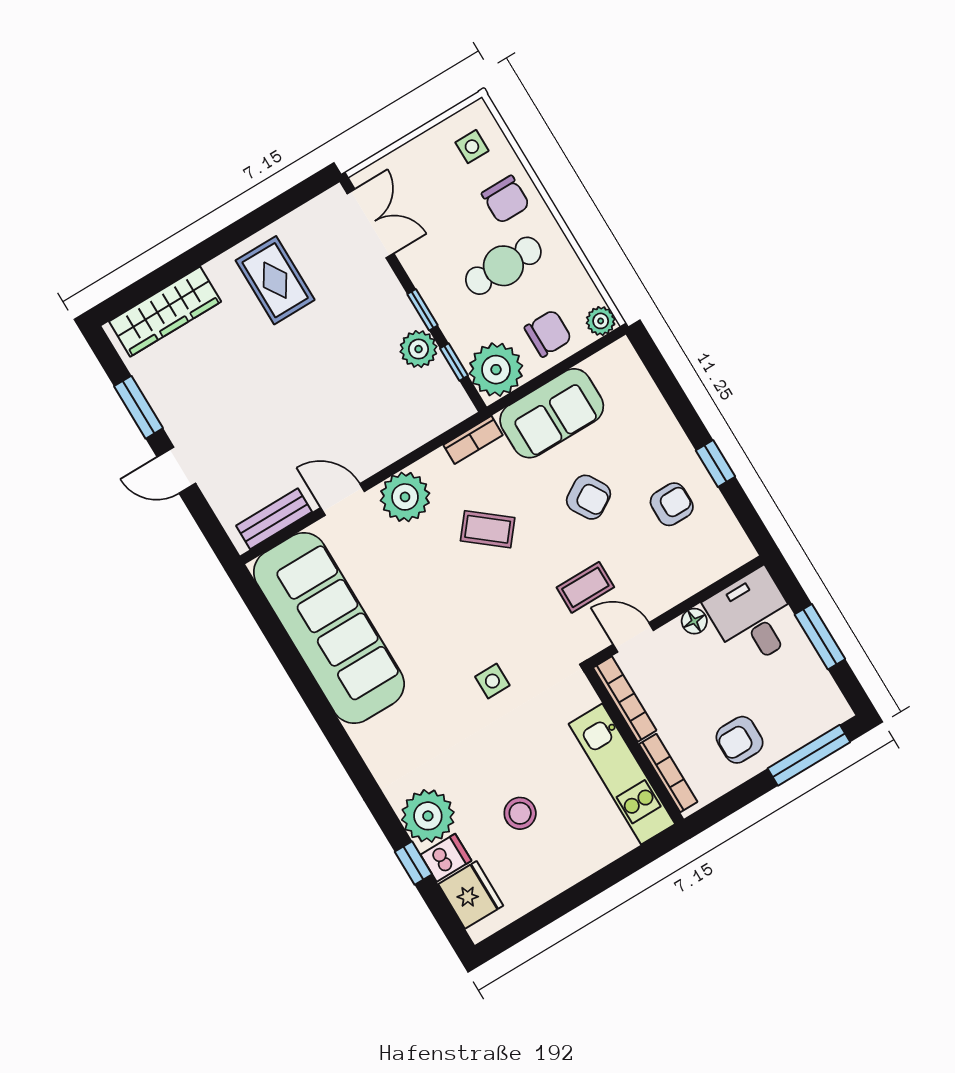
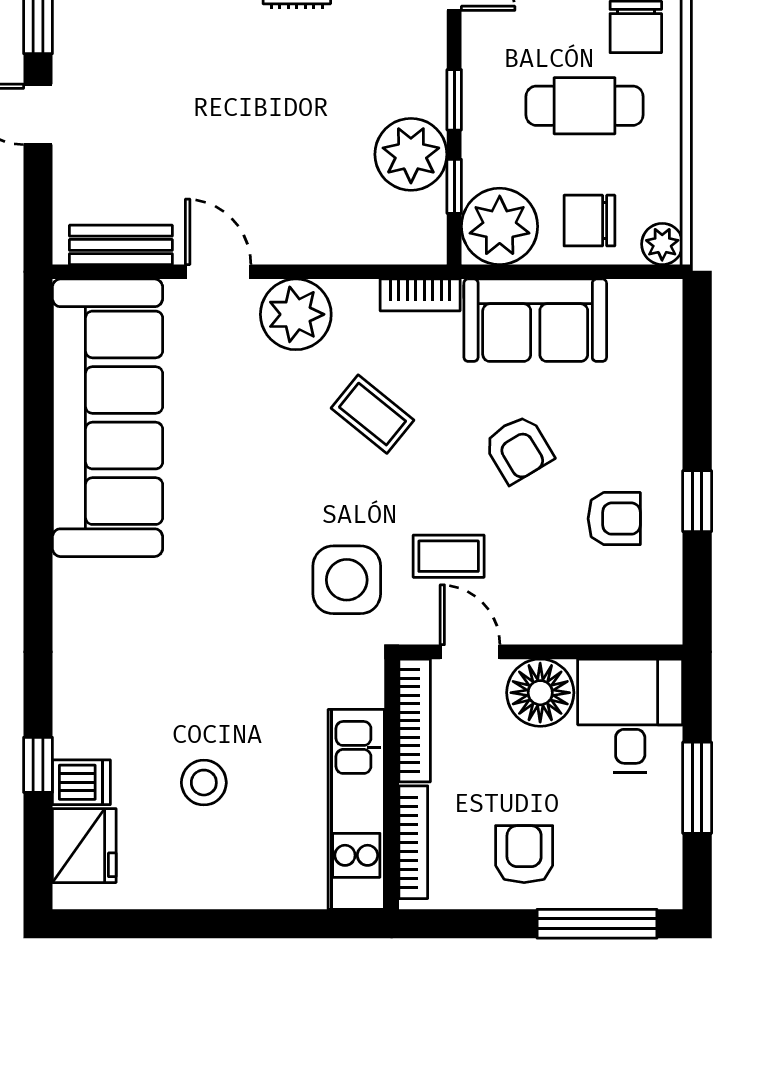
chair: (548, 333) -> (589, 221), turned 180
plant: (419, 349) -> (411, 154), width x1.36, depth x1.36
floor lamp: (694, 621) -> (540, 693), width x1.89, depth x1.89
side table: (492, 681) -> (347, 580), moved, width x1.87, depth x1.87
armchair: (740, 740) -> (524, 854), turned 90
plant: (428, 816) -> (90, 718), removed

